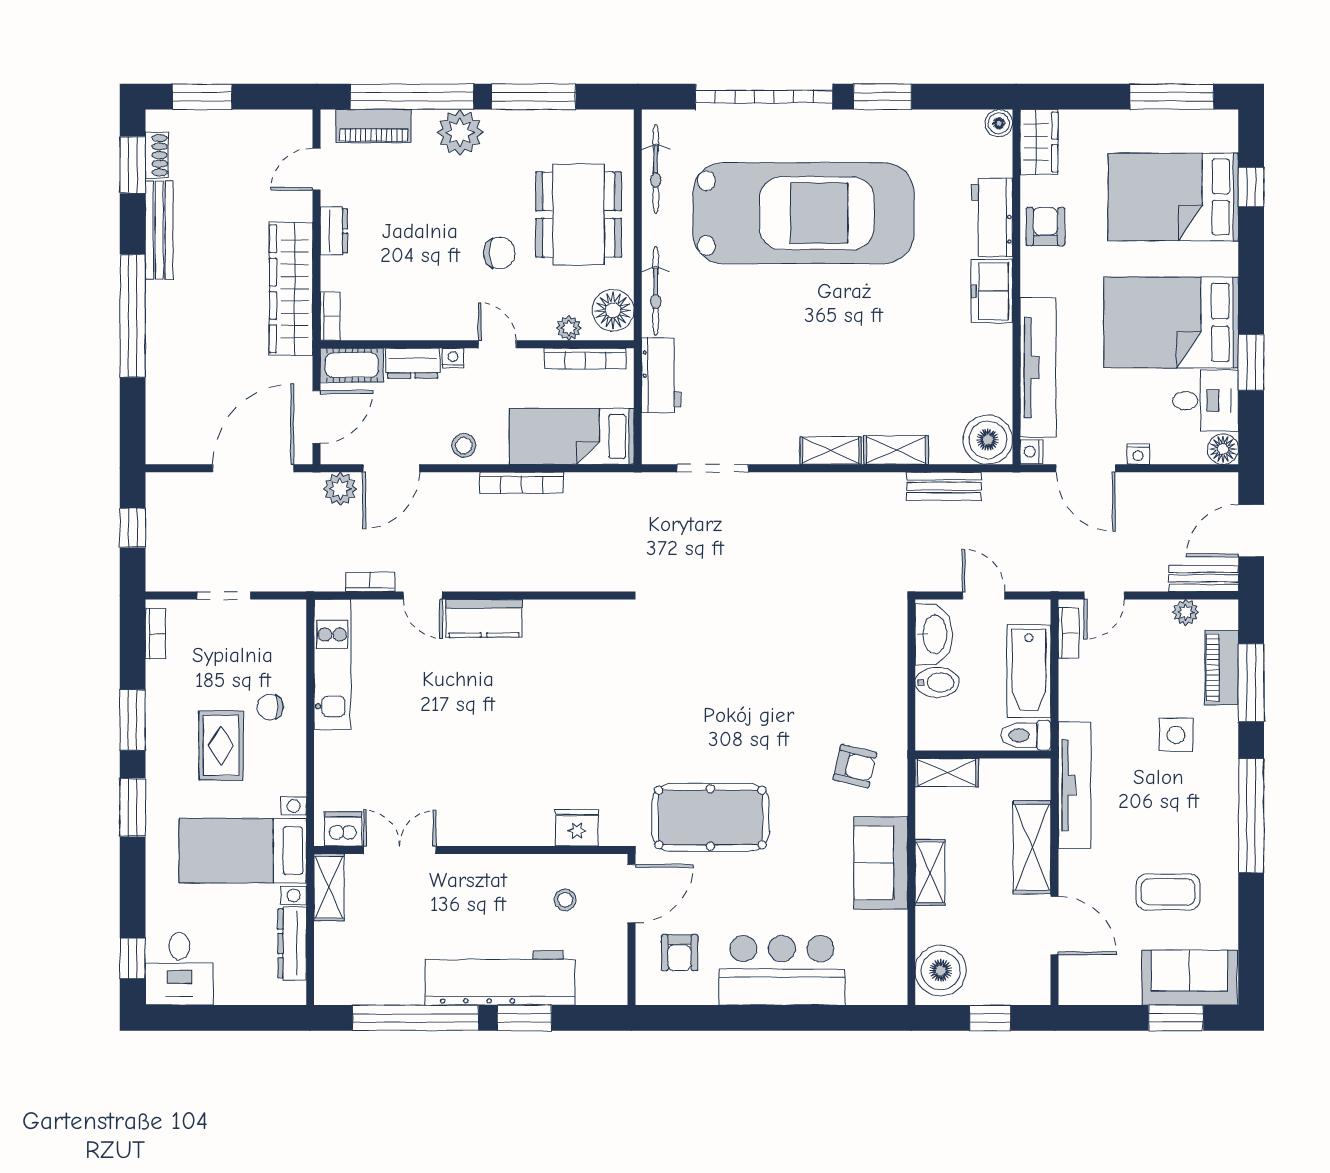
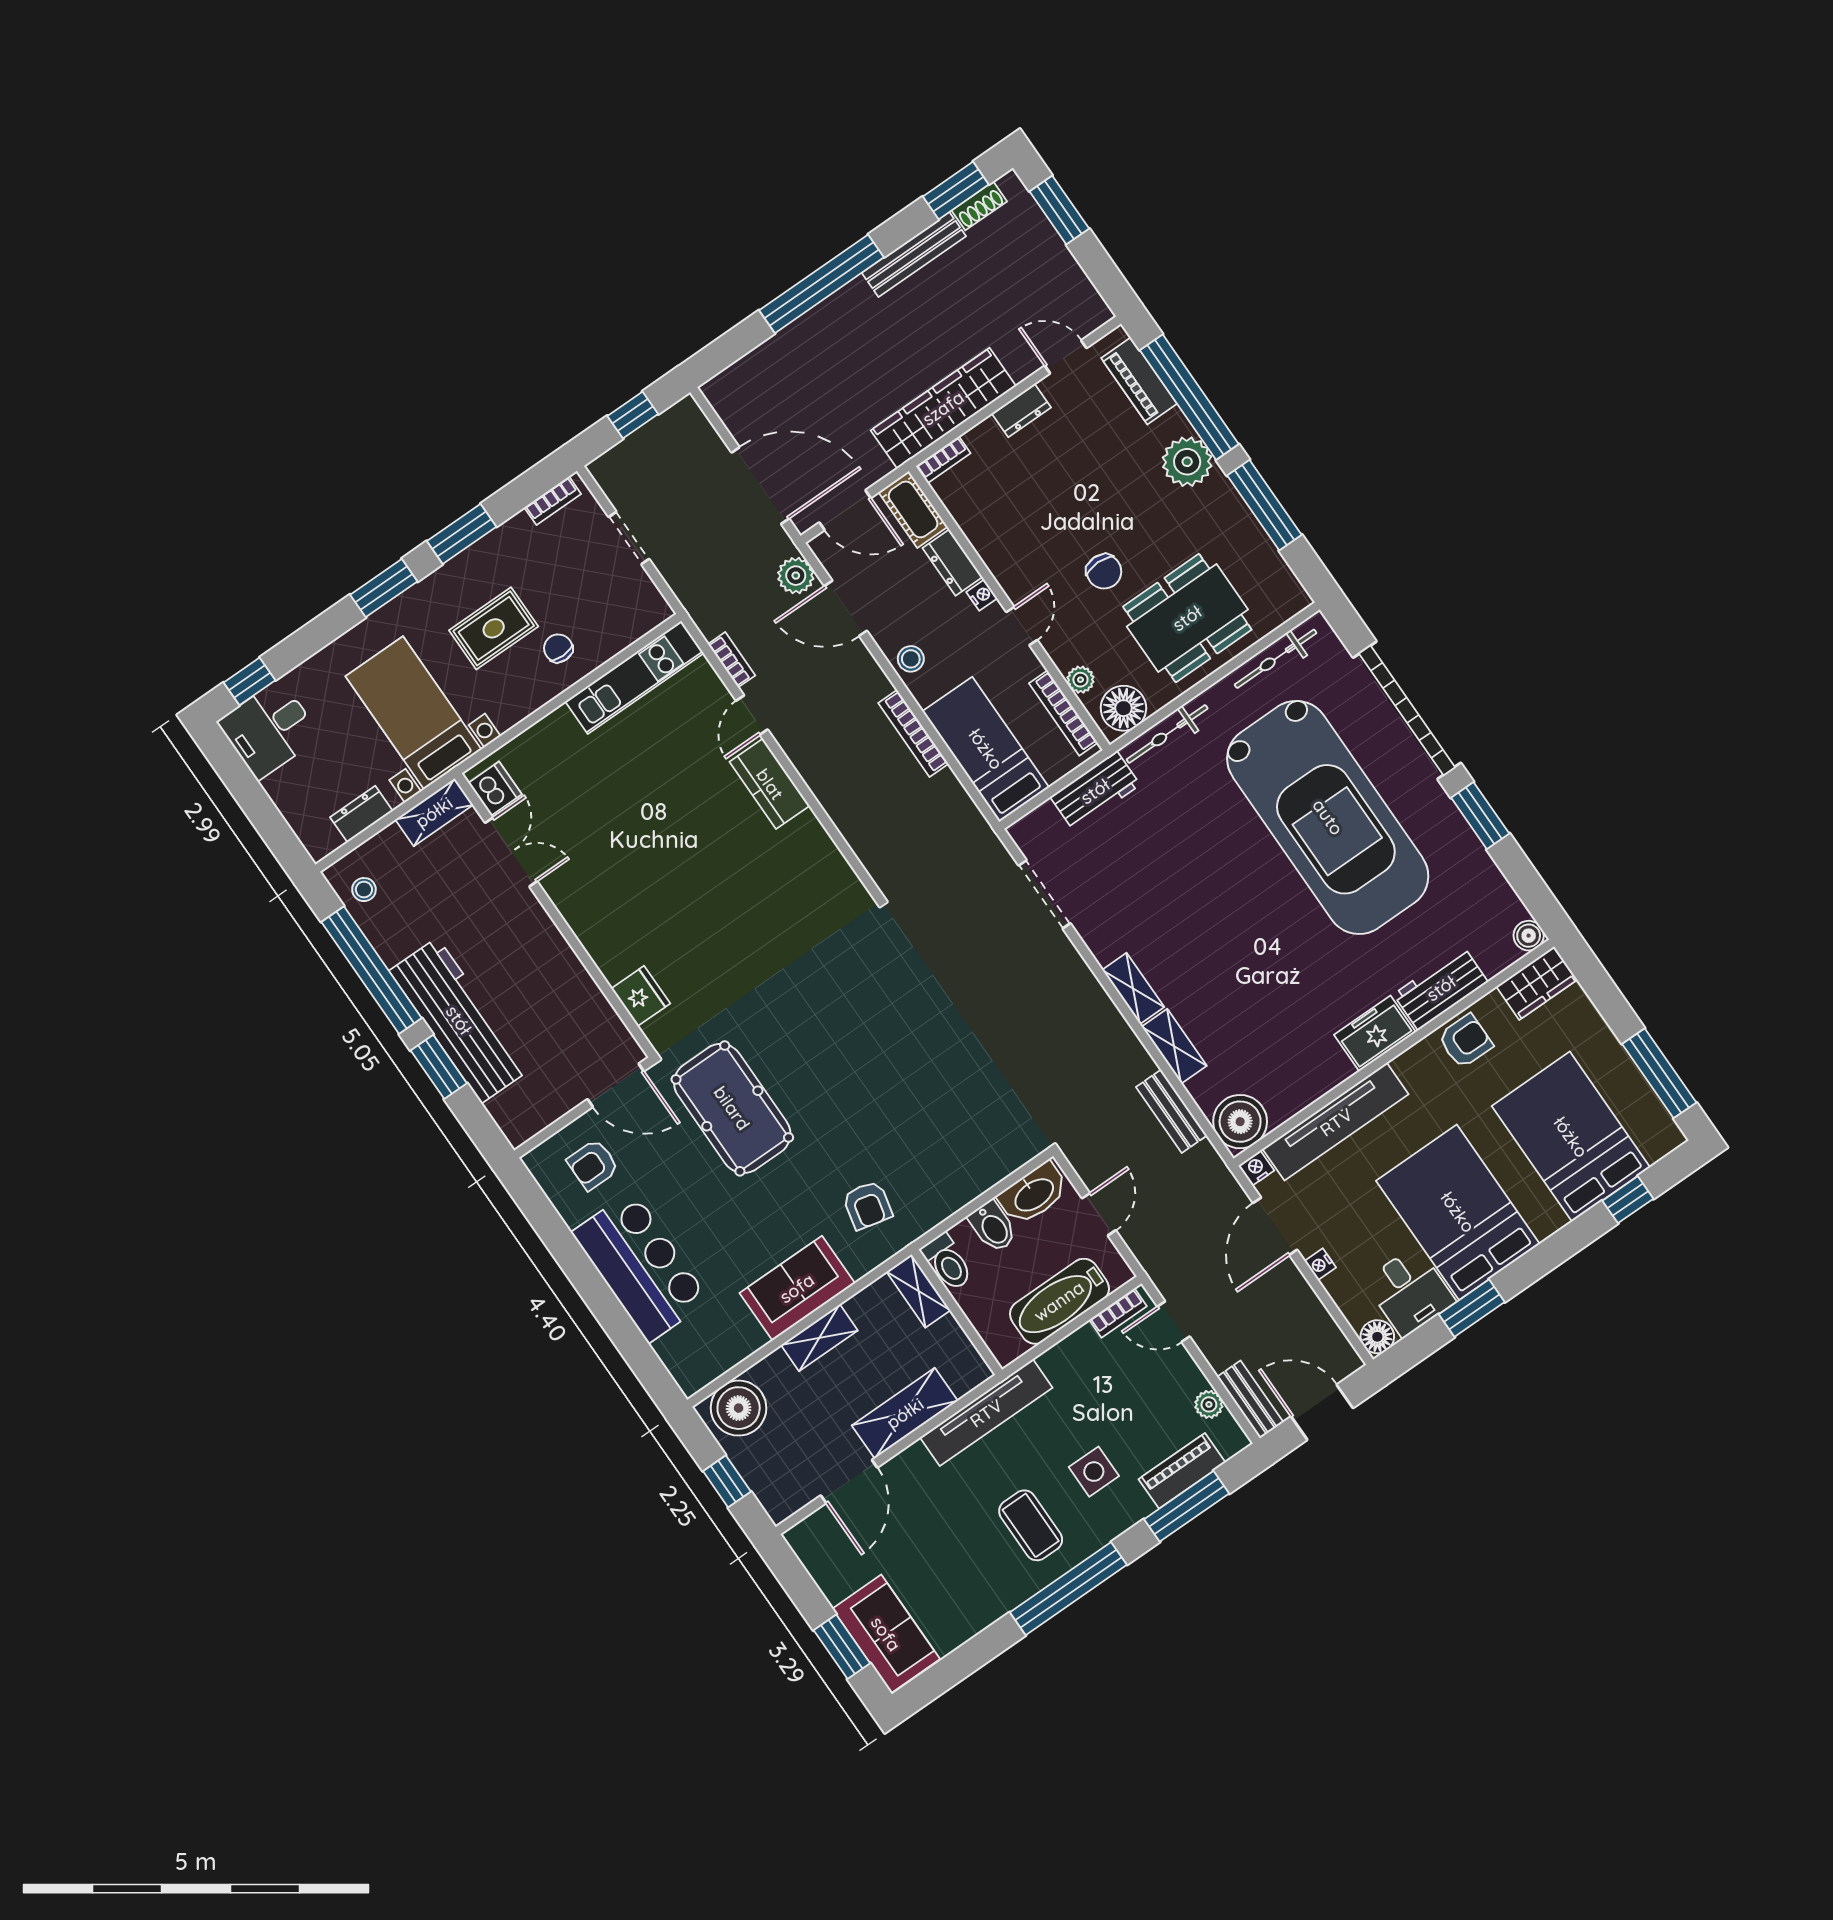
toilet: (1026, 735) -> (947, 1262), moved, turned 180
coffee table: (1168, 892) -> (1031, 1525), moved
stool: (565, 900) -> (364, 890), moved
dresser: (292, 943) -> (361, 814), width x0.70

